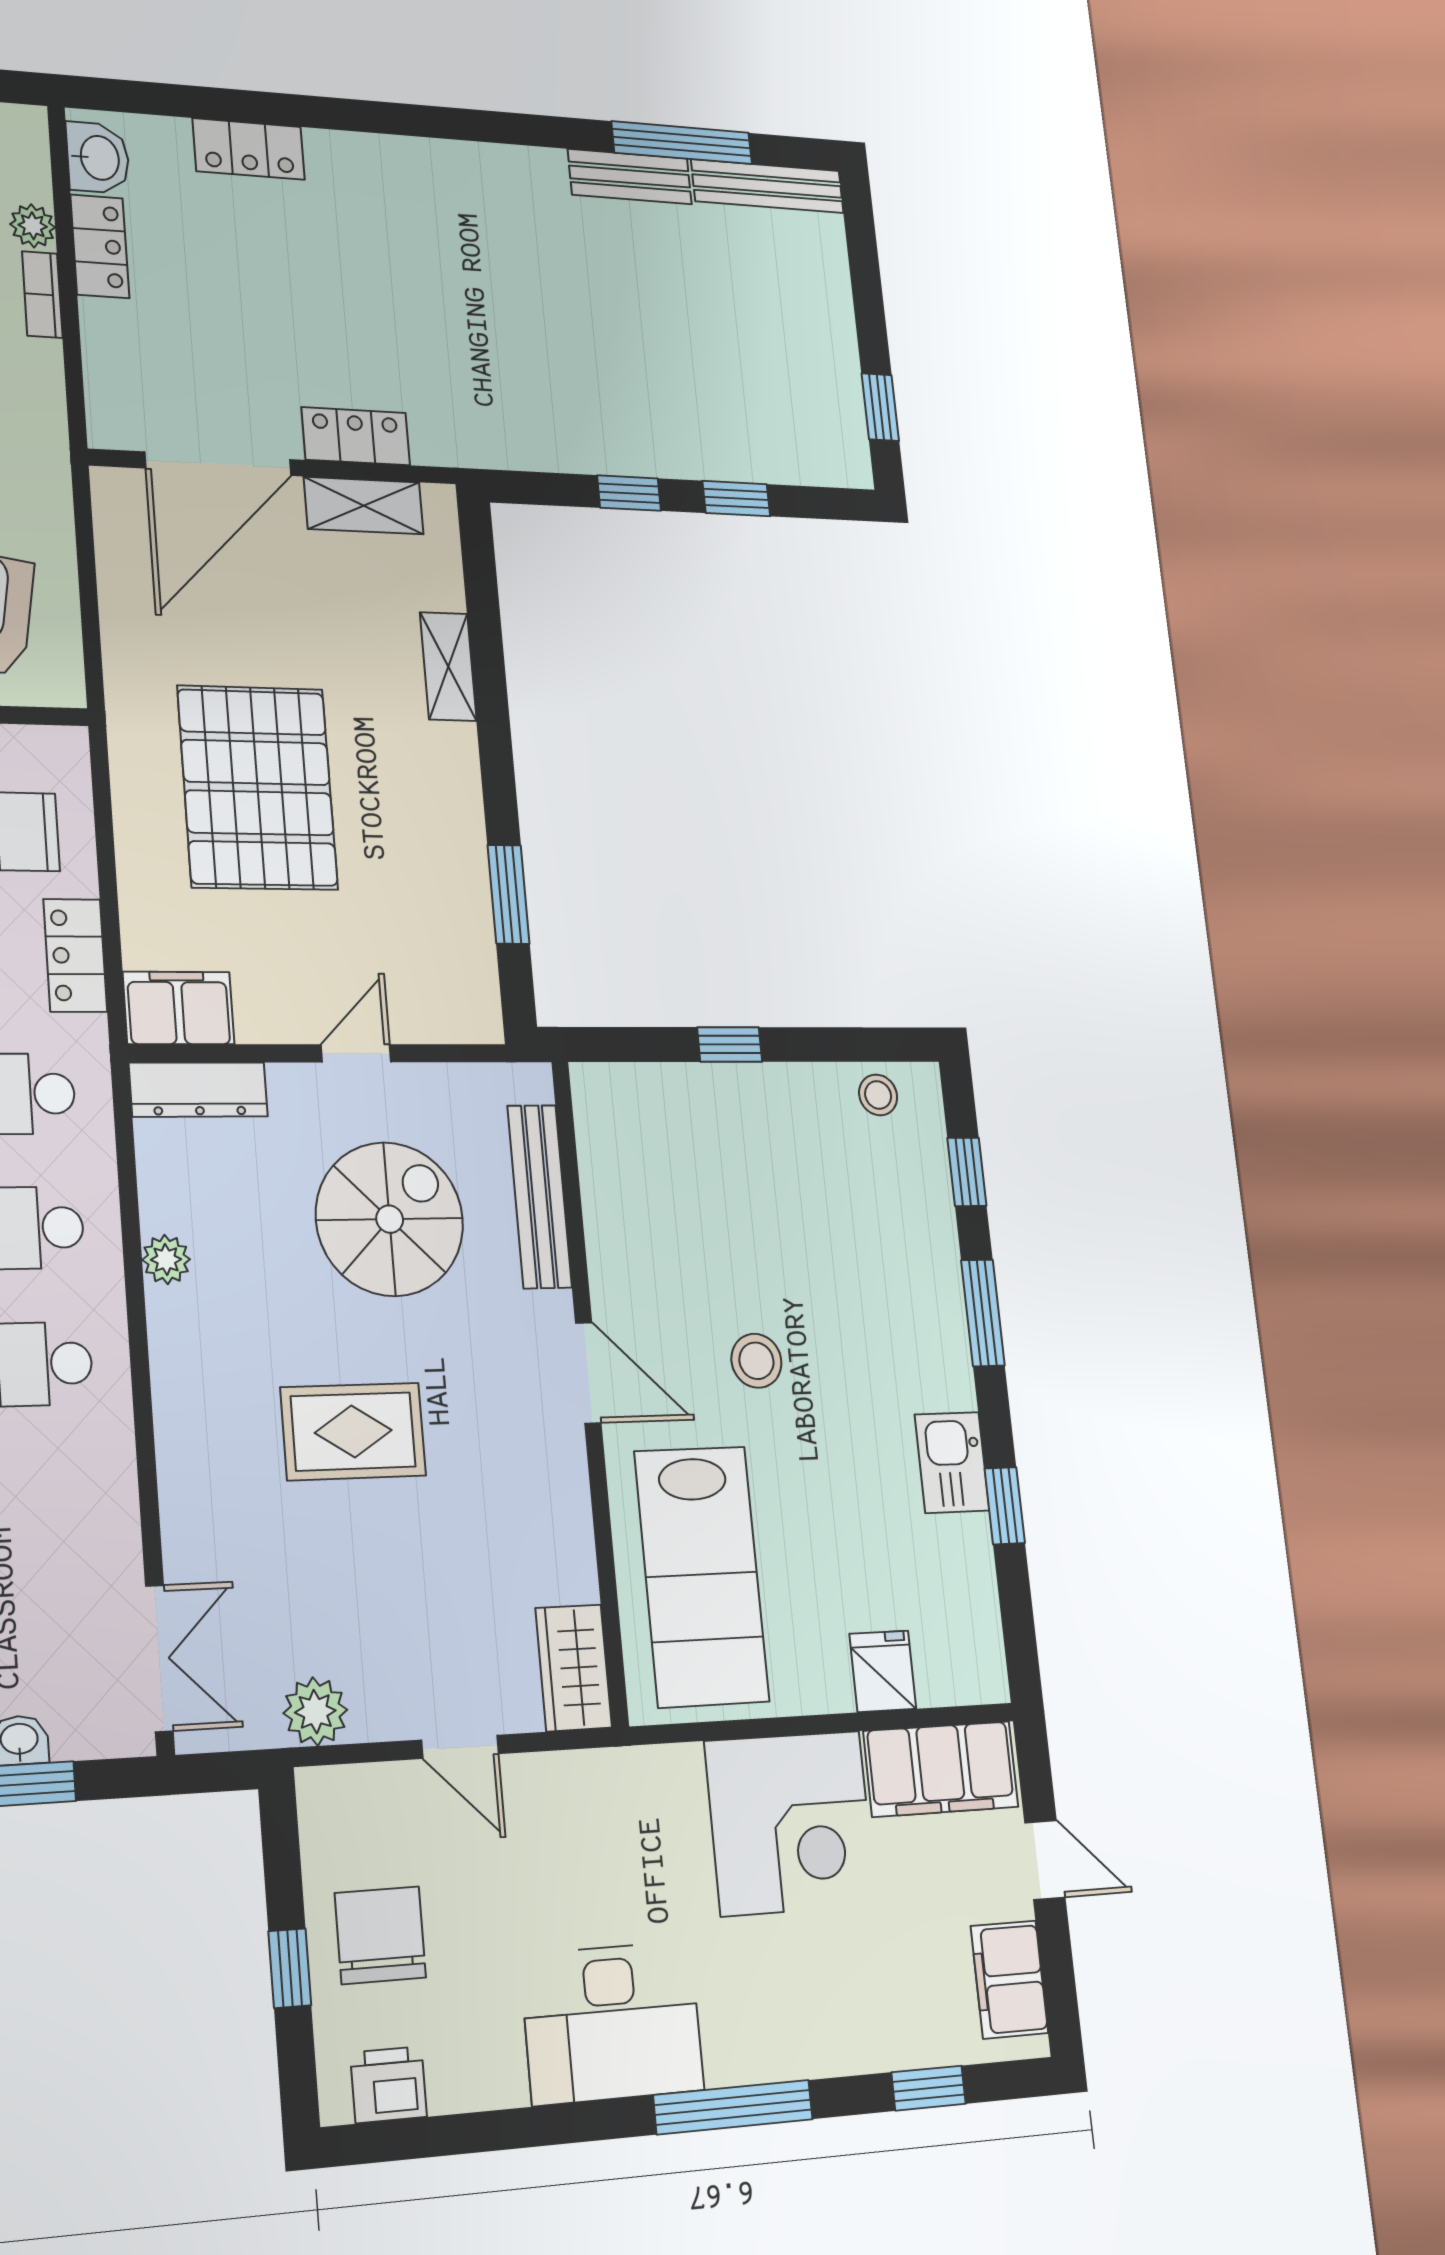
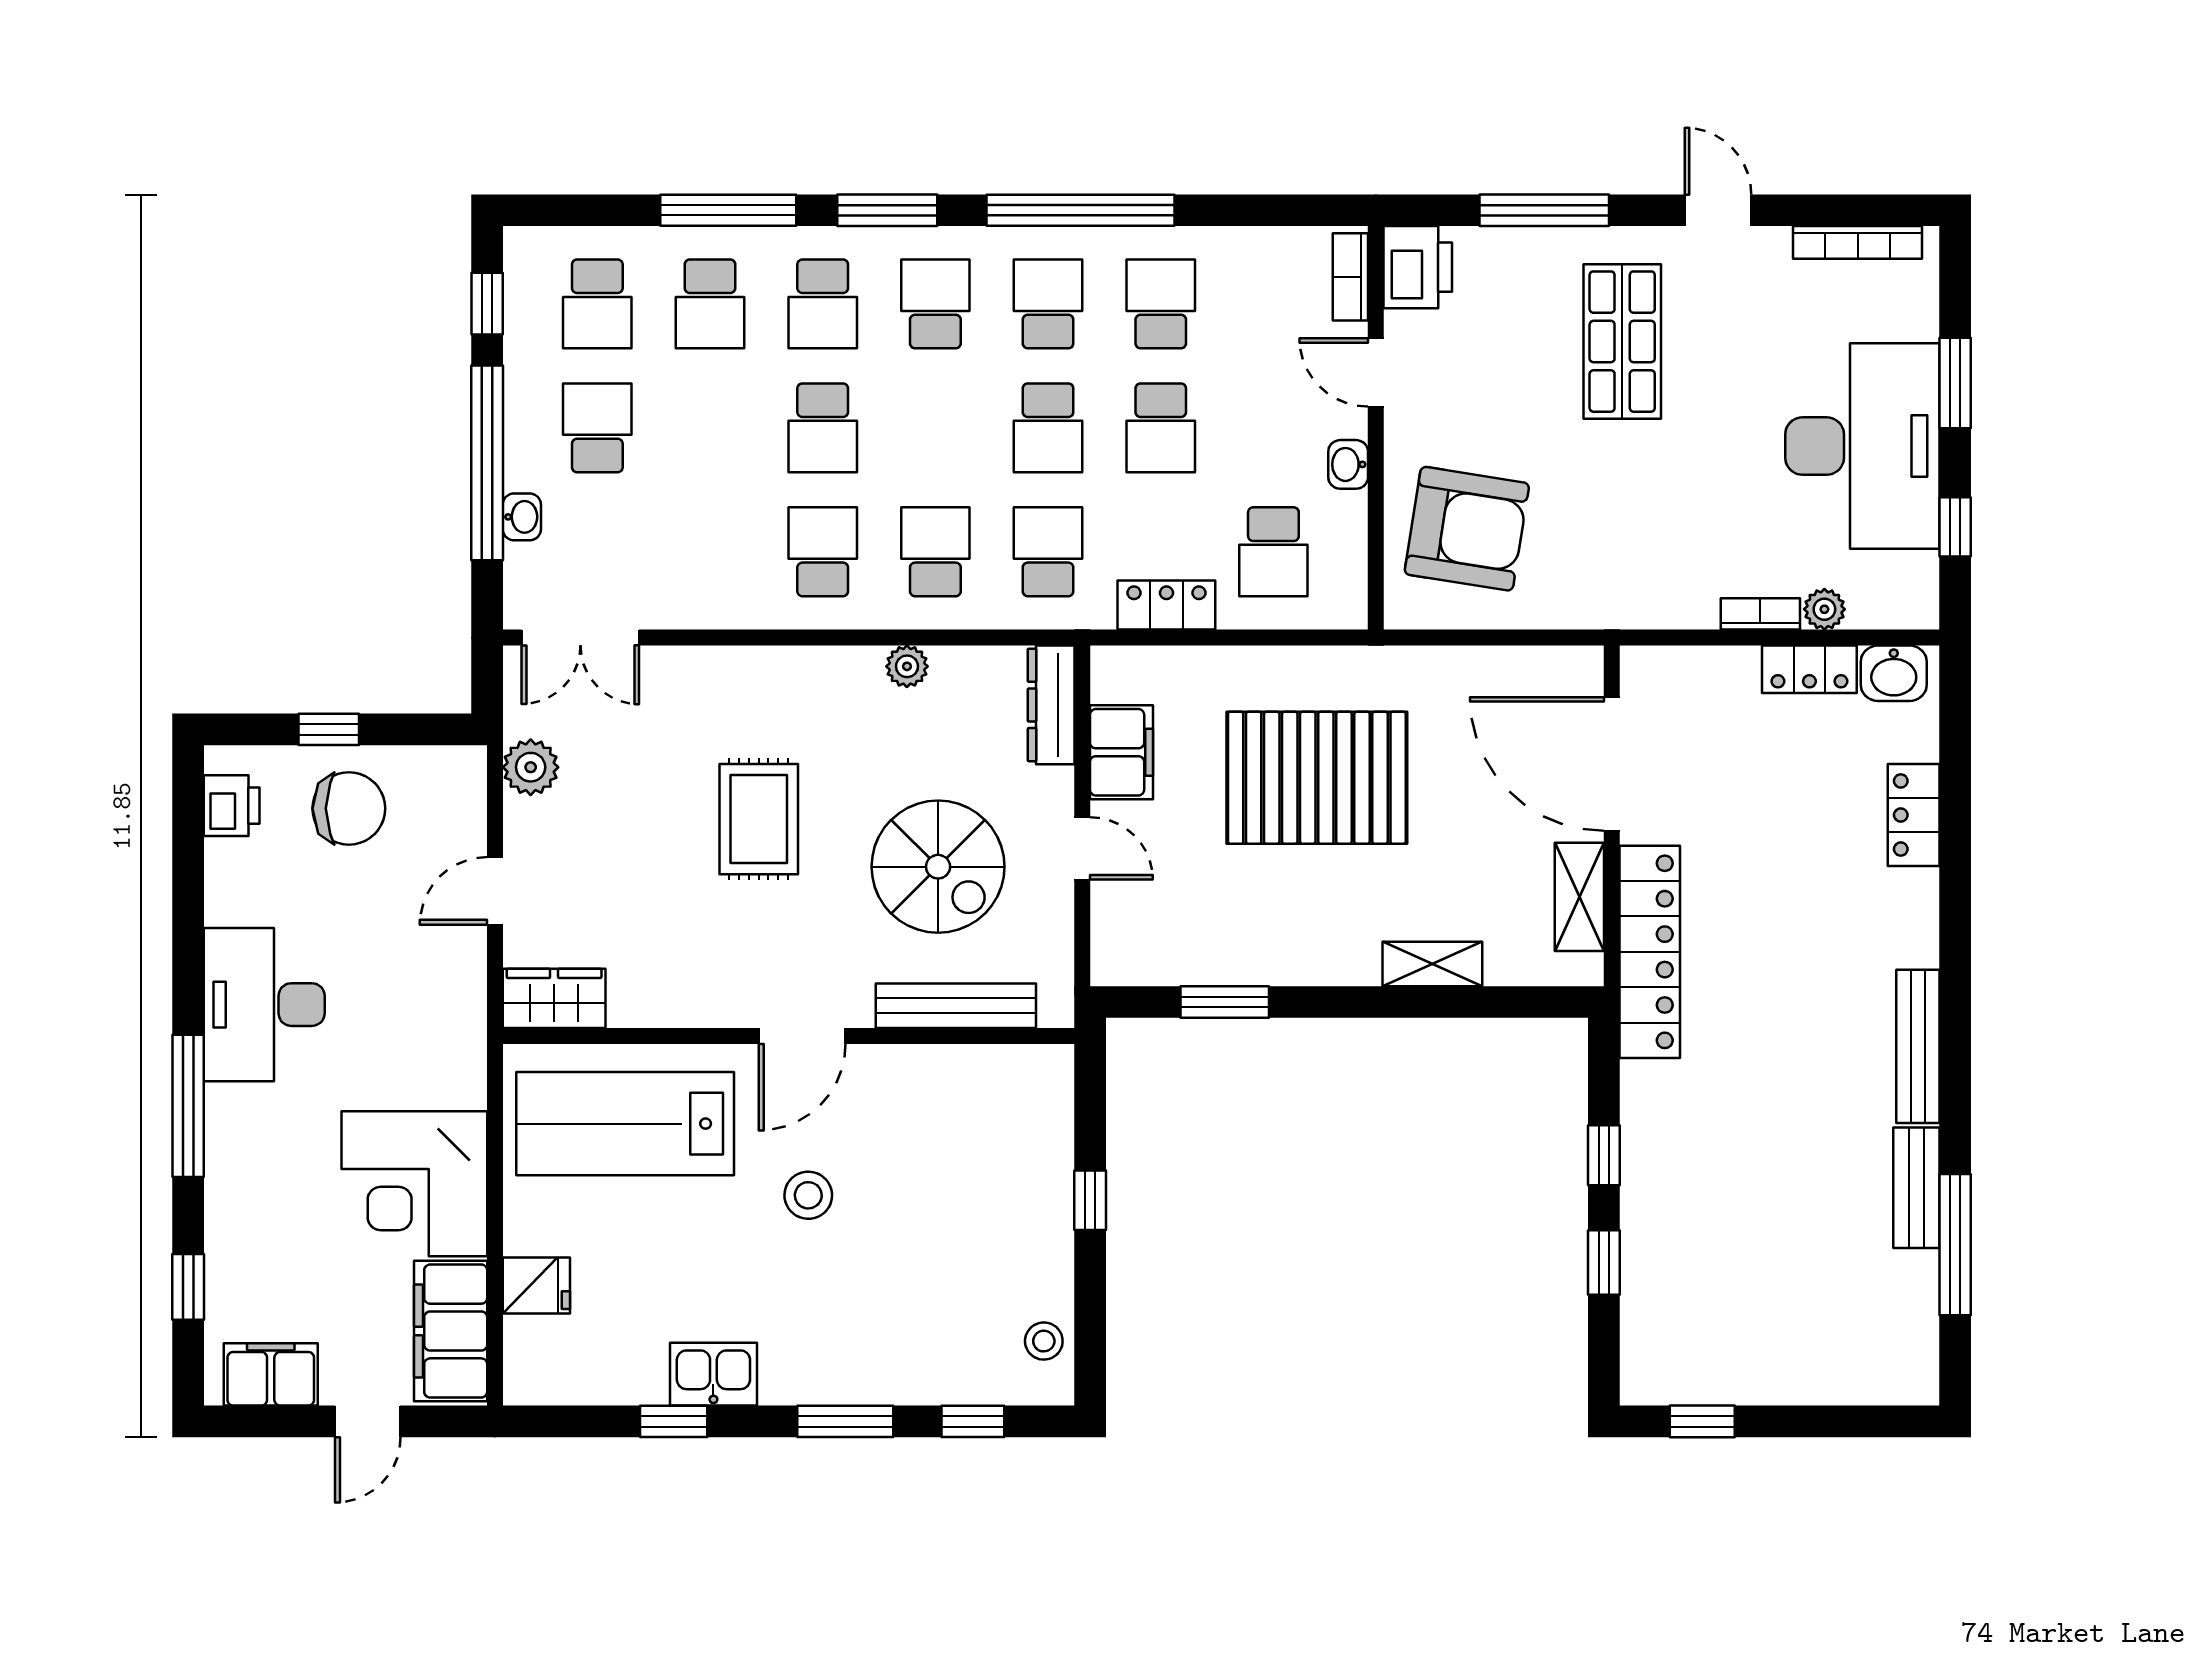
bench: (768, 186) -> (1918, 1046), moved
locker: (356, 436) -> (1650, 952), width x2.16, depth x1.21
filing cabinet: (179, 1008) -> (1121, 752), moved

